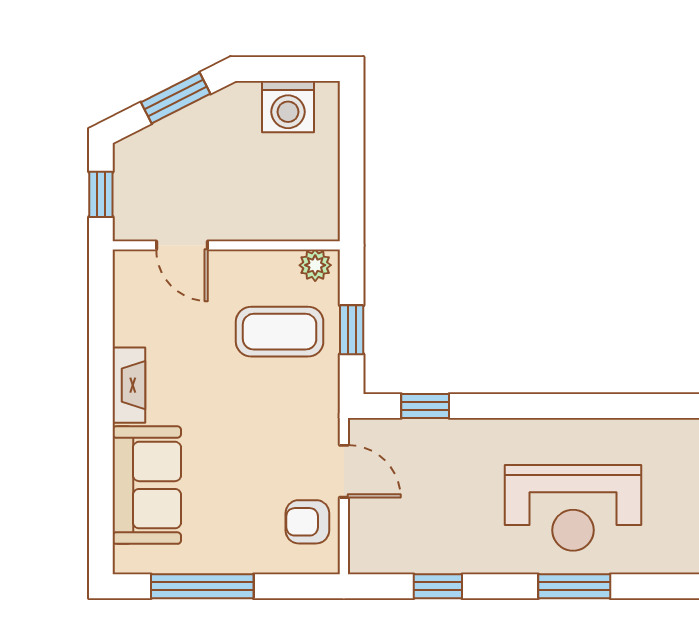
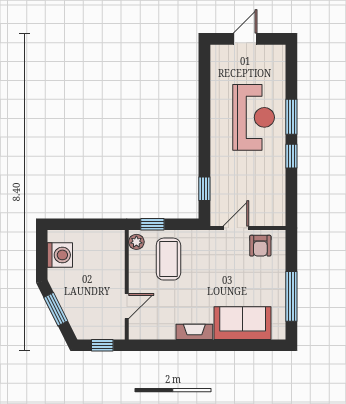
window: (352, 330) -> (152, 224), moved
window: (438, 586) -> (291, 156), moved

